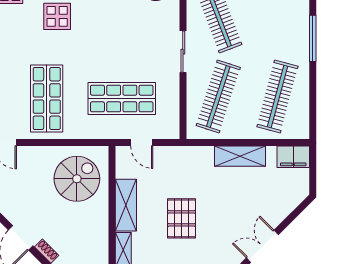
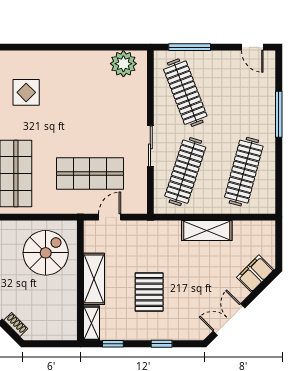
sliding door: (183, 52) -> (150, 146), moved
door: (142, 143) -> (110, 217), swing flipped
filing cabinet: (293, 157) -> (255, 274), moved, turned 135

